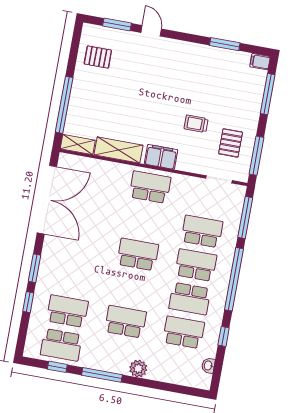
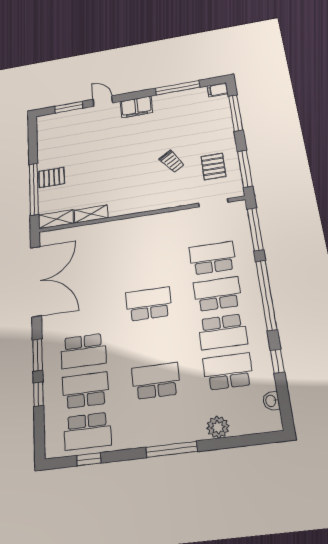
window: (225, 44) -> (178, 88), width x1.44
pallet: (98, 57) -> (52, 178), moved
trolley: (196, 124) -> (172, 161), turned -123
shelving: (118, 150) -> (91, 214), width x0.67, depth x0.75
filing cabinet: (161, 157) -> (136, 107), moved, turned 180
school desk: (150, 187) -> (83, 351), moved, turned 180
plant: (138, 369) -> (218, 427), moved
window: (102, 375) -> (172, 449), moved

